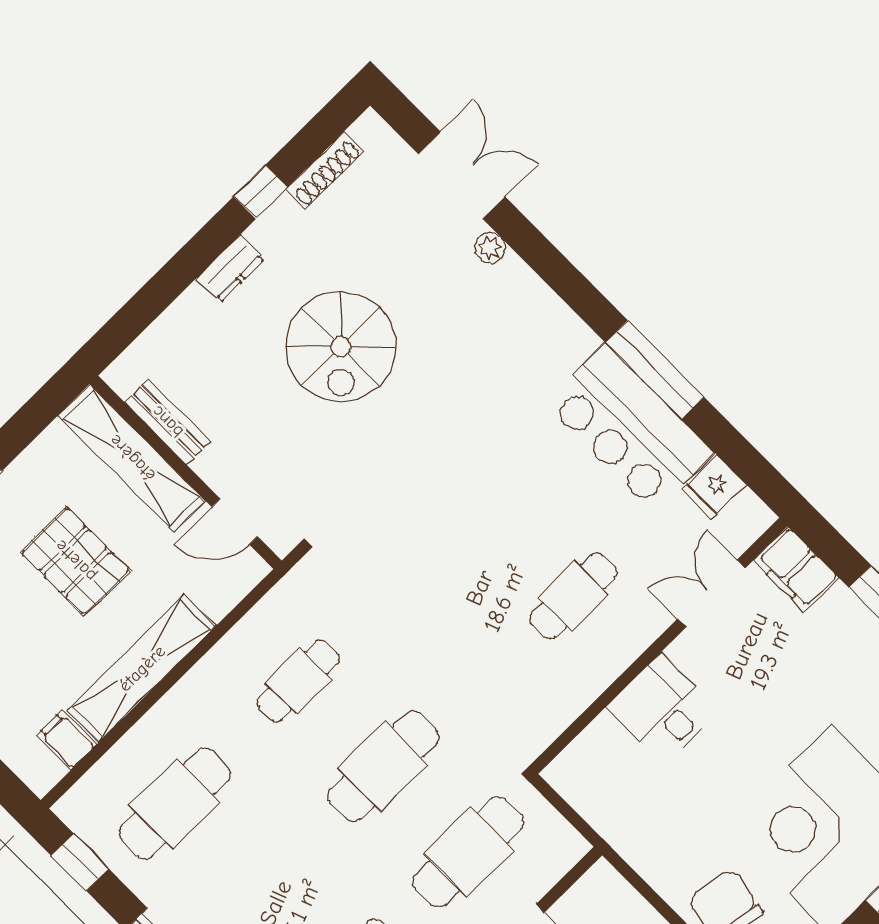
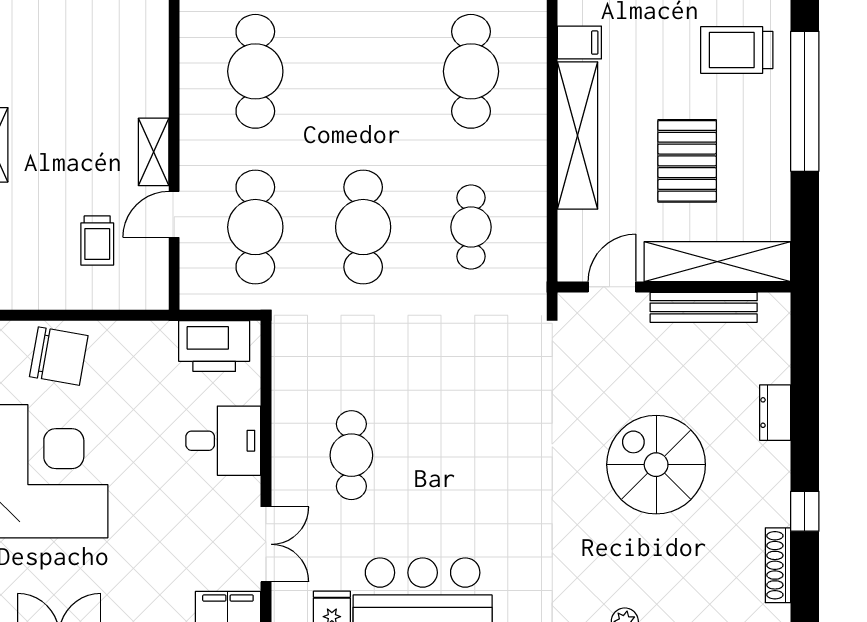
dresser: (231, 269) -> (775, 413), moved
bench: (167, 422) -> (704, 307), width x1.36
pallet: (75, 561) -> (687, 161), turned 90
printer: (595, 791) -> (214, 346), added

